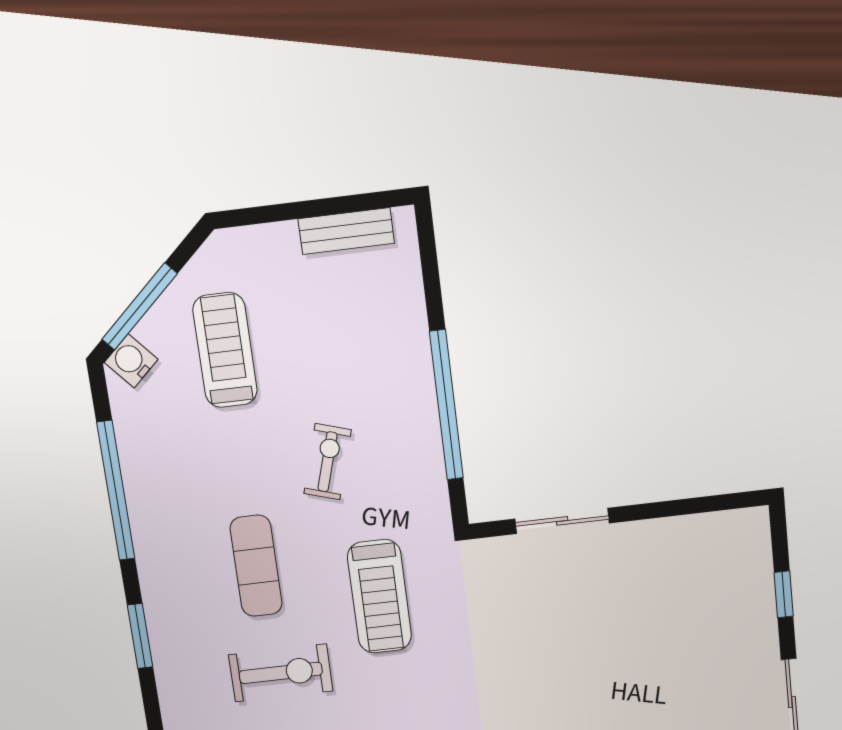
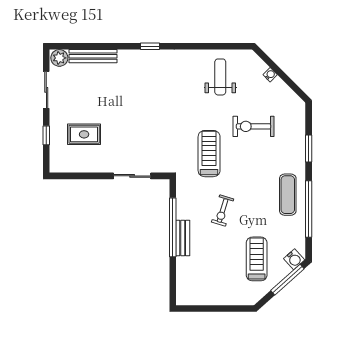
bench: (346, 231) -> (183, 238), moved, turned 90
treadmill: (225, 350) -> (257, 259), turned 180
exercise mat: (256, 566) -> (288, 195), moved
rug: (691, 608) -> (84, 134), added

